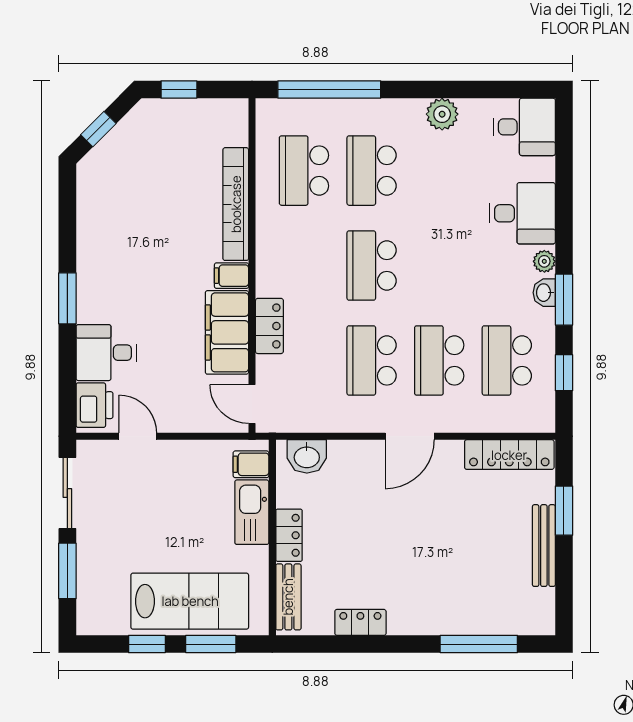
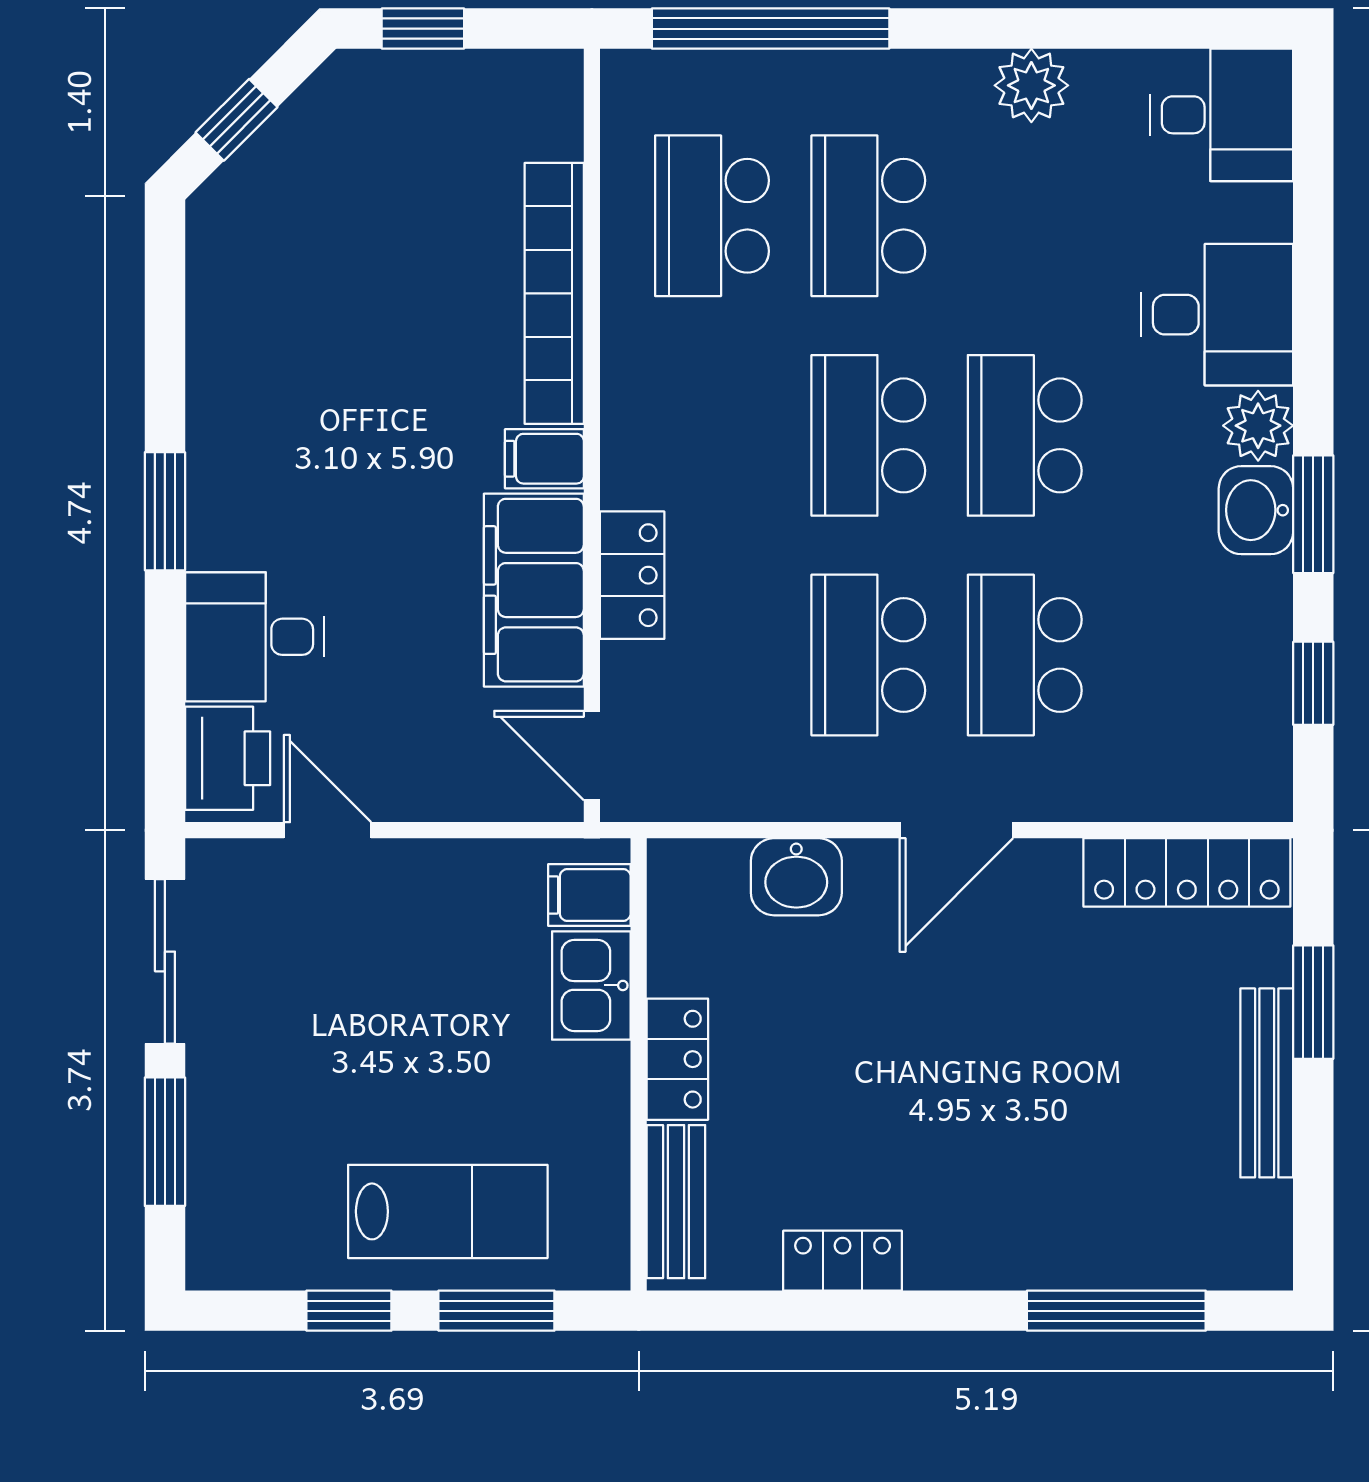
plant: (544, 261) -> (1258, 426), width x1.38, depth x1.38
washbasin: (544, 293) -> (1256, 510), width x1.38, depth x1.45
school desk: (507, 360) -> (1025, 435), moved
washbasin: (307, 456) -> (796, 877), moved
kitchen sink: (252, 512) -> (591, 985), width x0.73
lab bench: (190, 601) -> (448, 1211), width x0.73, depth x0.72

